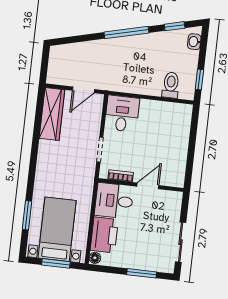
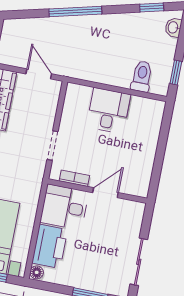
window: (126, 33) -> (75, 11), moved
door: (83, 90) -> (39, 74), swing flipped
desk: (122, 114) -> (108, 111), moved

